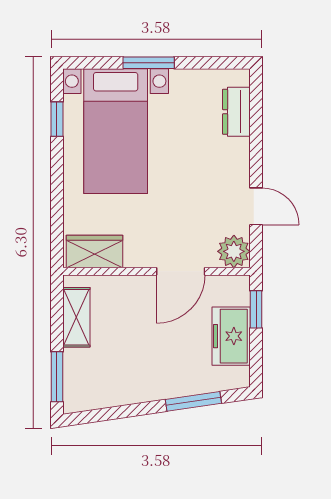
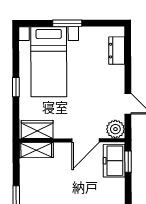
window: (57, 119) -> (16, 87), moved
shelving: (76, 317) -> (36, 150), moved, turned 90
freezer: (231, 336) -> (114, 161), moved

